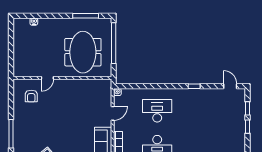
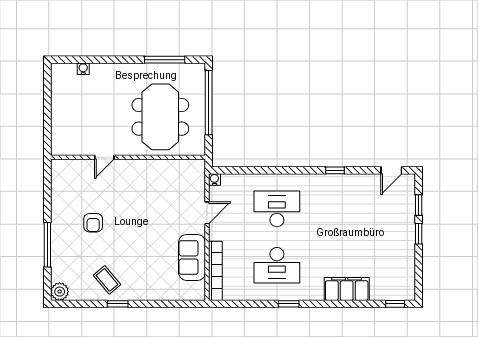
door: (230, 86) -> (391, 170), swing flipped
armchair: (31, 96) -> (93, 223), moved

